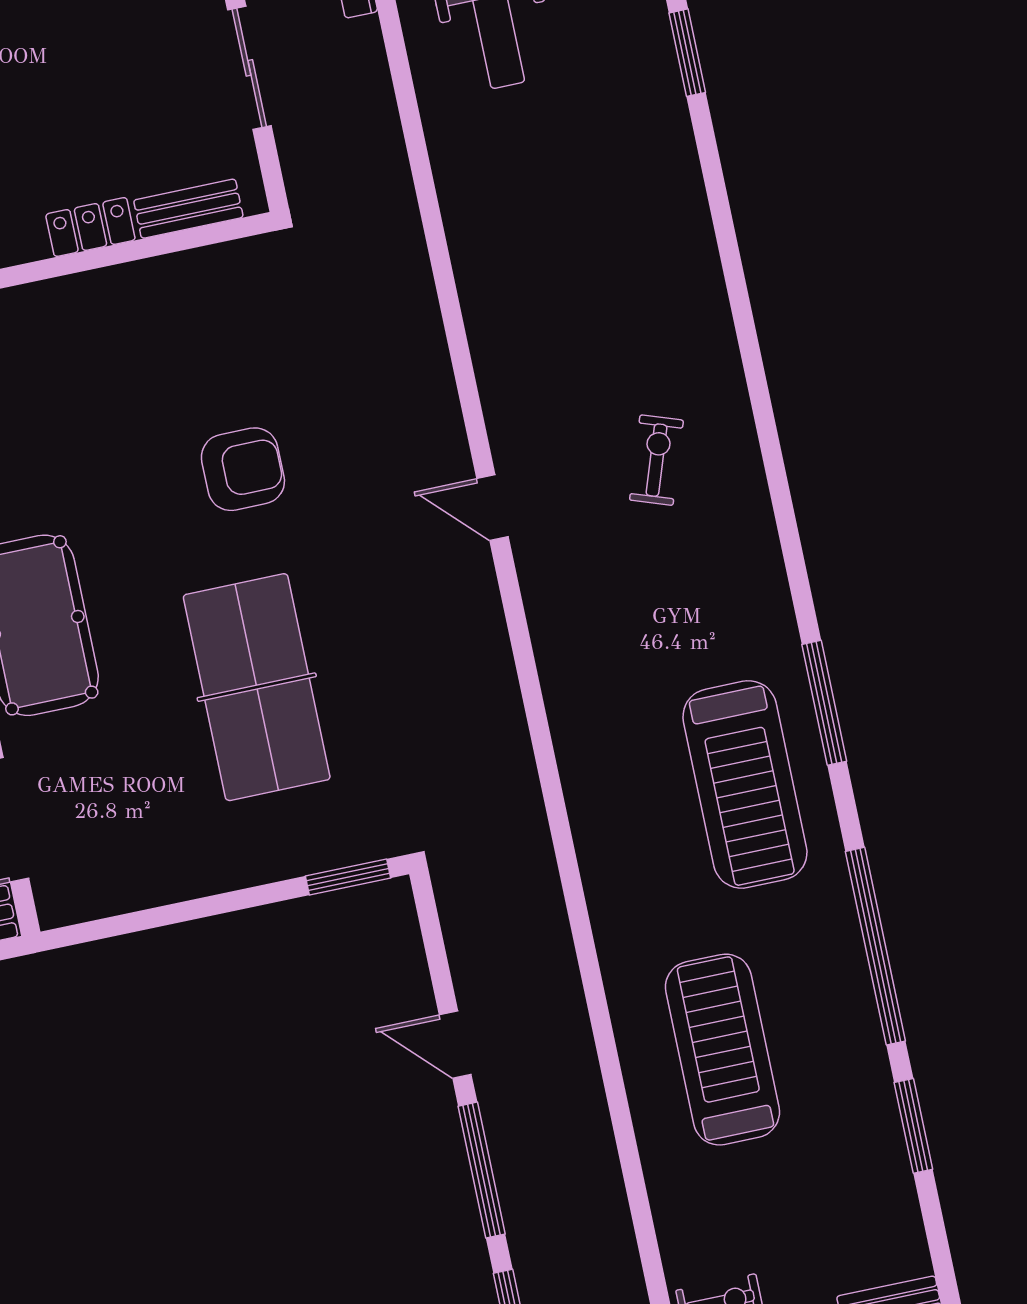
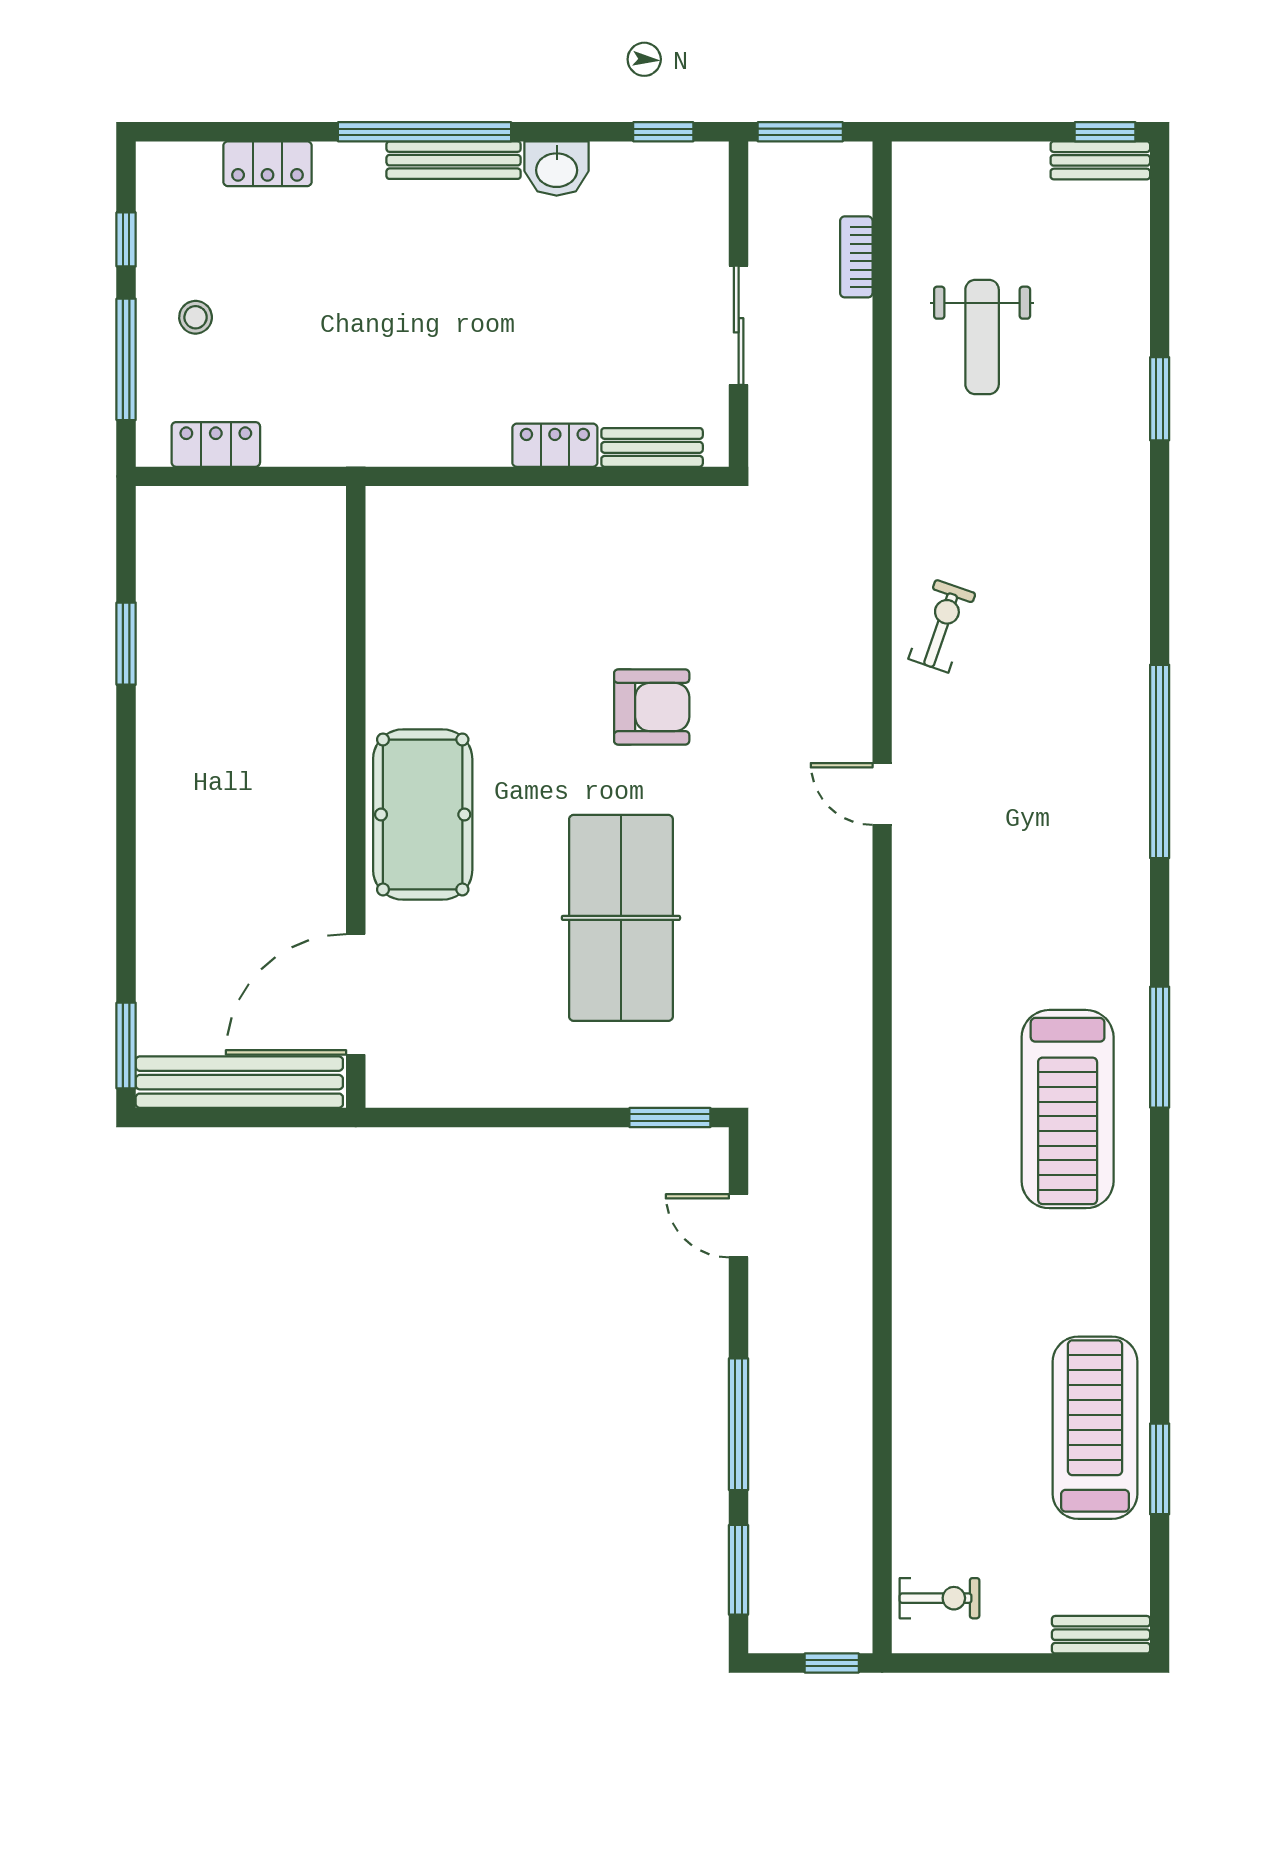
exercise bike: (656, 460) -> (942, 626), moved
window: (875, 946) -> (1160, 761), moved
door: (455, 1045) -> (739, 1226), moved
treadmill: (722, 1050) -> (1095, 1428), moved

